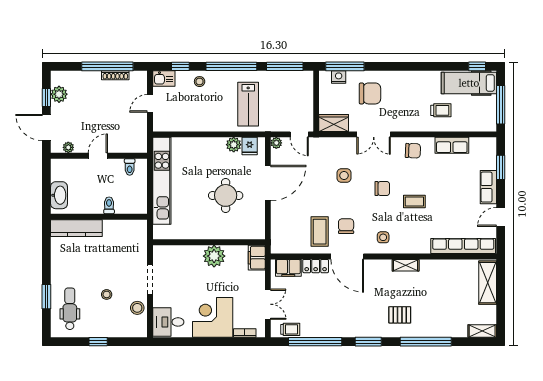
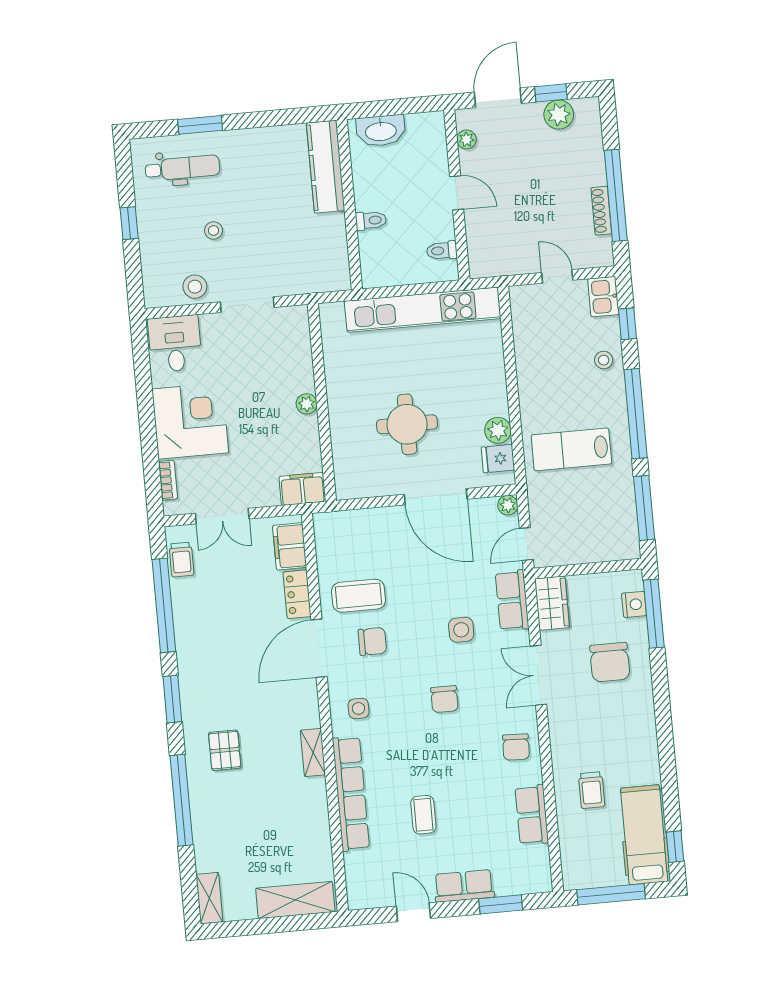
row of seats: (330, 145) -> (512, 600), added
coffee table: (414, 202) -> (423, 815), moved
row of seats: (463, 246) -> (351, 794), moved
plant: (214, 256) -> (307, 404), width x0.53, depth x0.53

